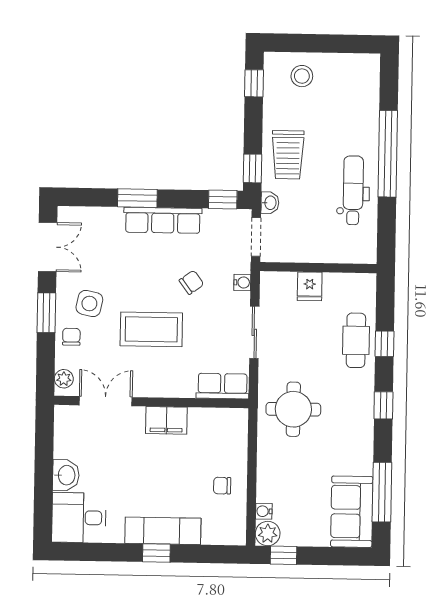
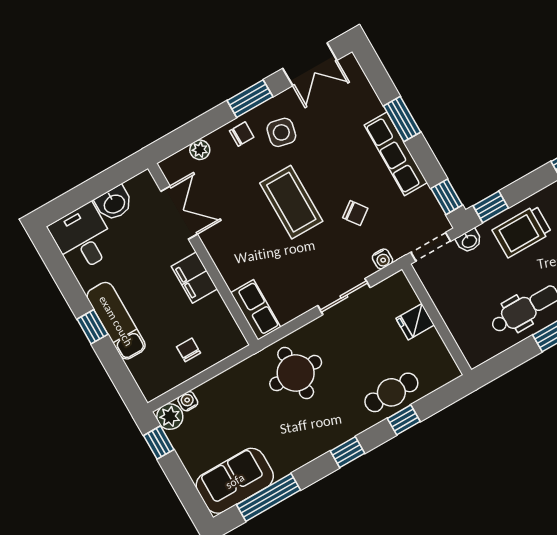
row of seats: (223, 386) -> (256, 310), moved
double door: (106, 401) -> (179, 213), moved
wall: (151, 402) -> (203, 254), moved
filing cabinet: (166, 420) -> (194, 278), moved

